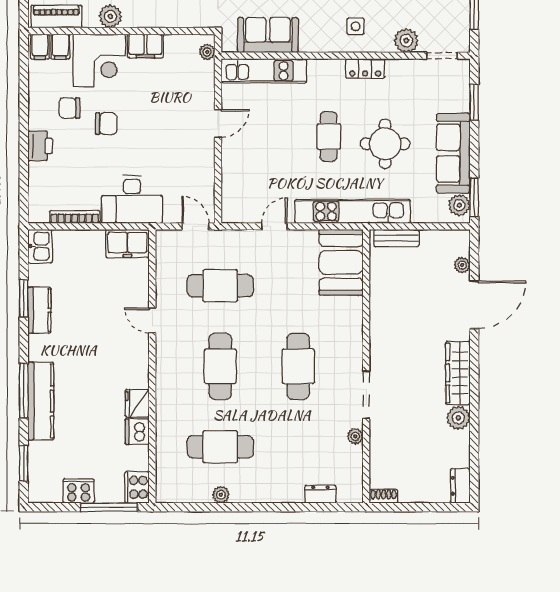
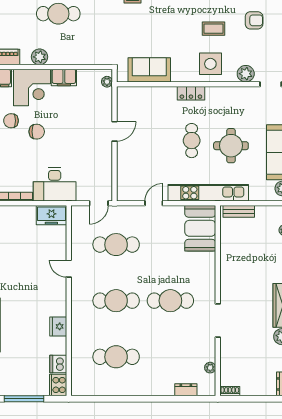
side table: (356, 26) -> (210, 64), width x1.87, depth x1.87
locker: (365, 69) -> (191, 93), moved
kitchen unit: (264, 71) -> (146, 95), removed
door: (195, 226) -> (99, 203), swing flipped
cafe table: (220, 366) -> (116, 301), turned 90
cafe table: (298, 366) -> (170, 301), turned 90
dishwasher: (137, 432) -> (58, 364), moved
plant: (355, 436) -> (210, 368), moved
cooker: (79, 491) -> (17, 388), removed
plant: (221, 495) -> (117, 390), removed
window: (109, 507) -> (24, 399), moved

